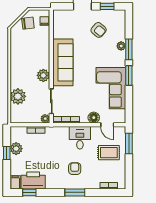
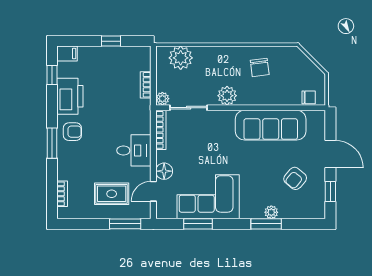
chair: (28, 23) -> (260, 67), moved
sofa: (63, 62) -> (271, 125), moved
window: (129, 76) -> (198, 224), moved
plant: (18, 96) -> (181, 58), moved
plant: (16, 149) -> (118, 55), removed
rug: (109, 153) -> (112, 194), turned 90
armchair: (75, 169) -> (72, 132), moved
printer: (33, 180) -> (70, 96), moved

